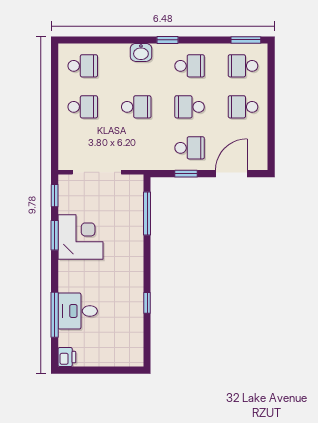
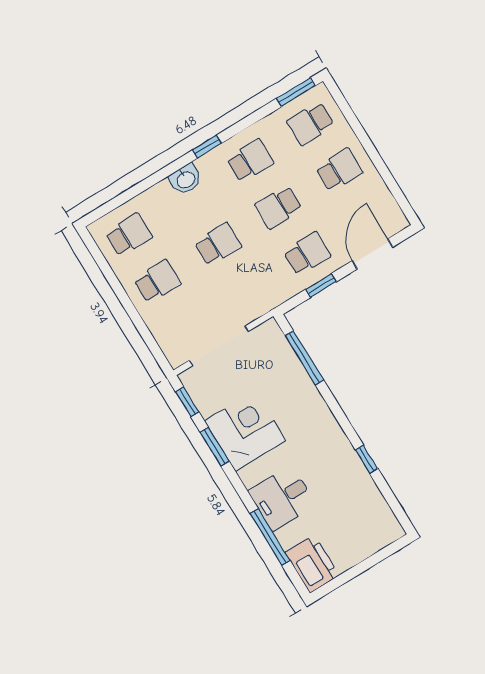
school desk: (243, 107) -> (339, 170), turned 180
desk: (78, 311) -> (282, 498), moved
printer: (67, 357) -> (312, 564), width x1.87, depth x1.48

